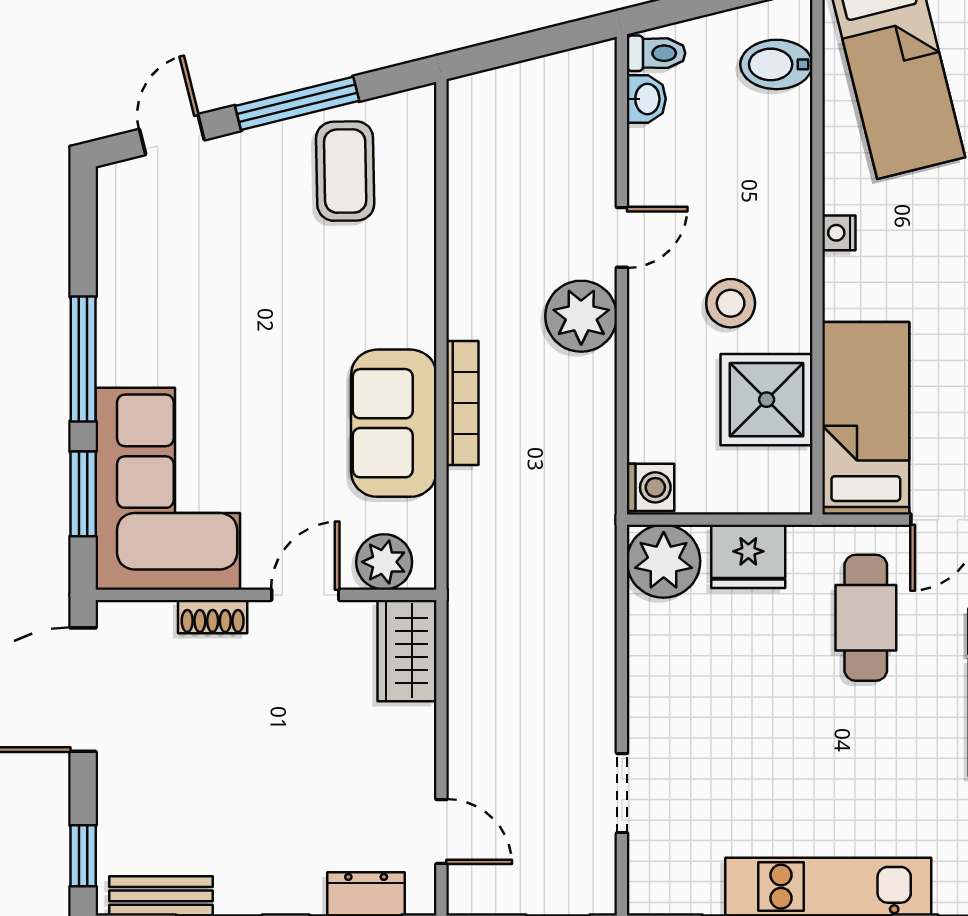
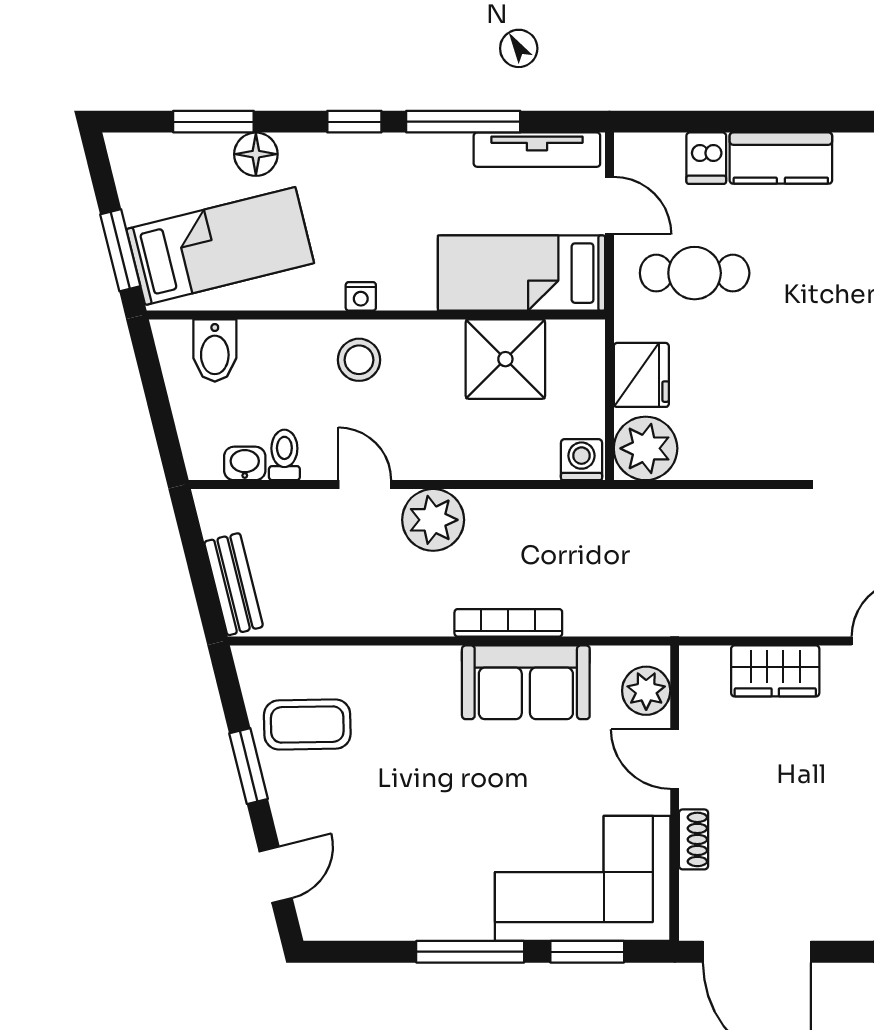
toilet: (656, 53) -> (284, 455), moved
bench: (507, 86) -> (234, 584), added
window: (297, 103) -> (249, 766), width x0.69
door: (172, 135) -> (276, 875), swing flipped
stool: (731, 303) -> (359, 360), moved
wardrobe: (407, 651) -> (775, 671), moved

